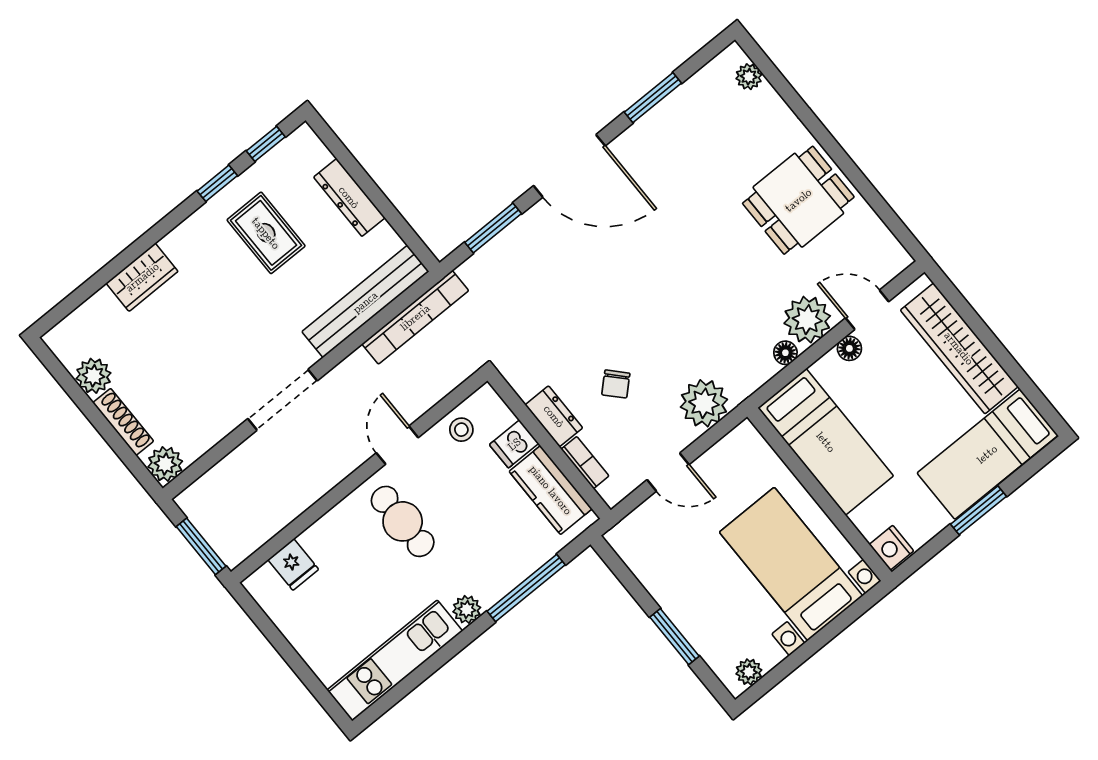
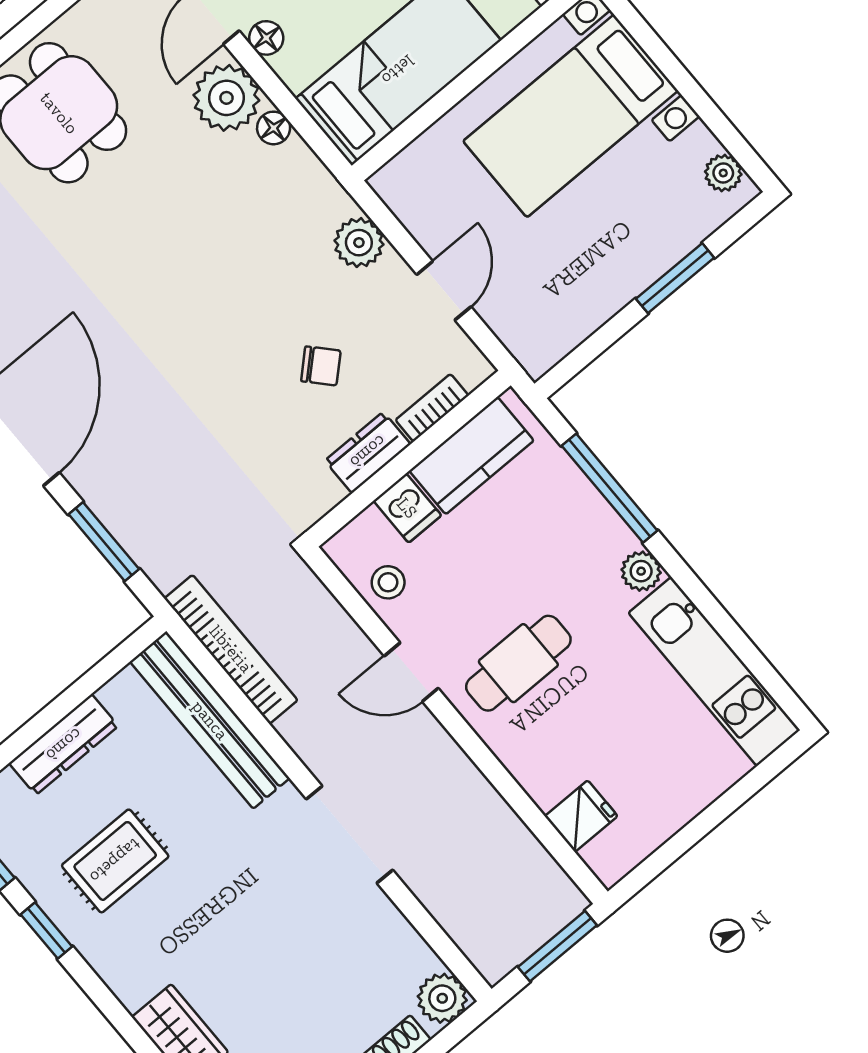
plant: (704, 403) -> (359, 243), width x0.73, depth x0.73

